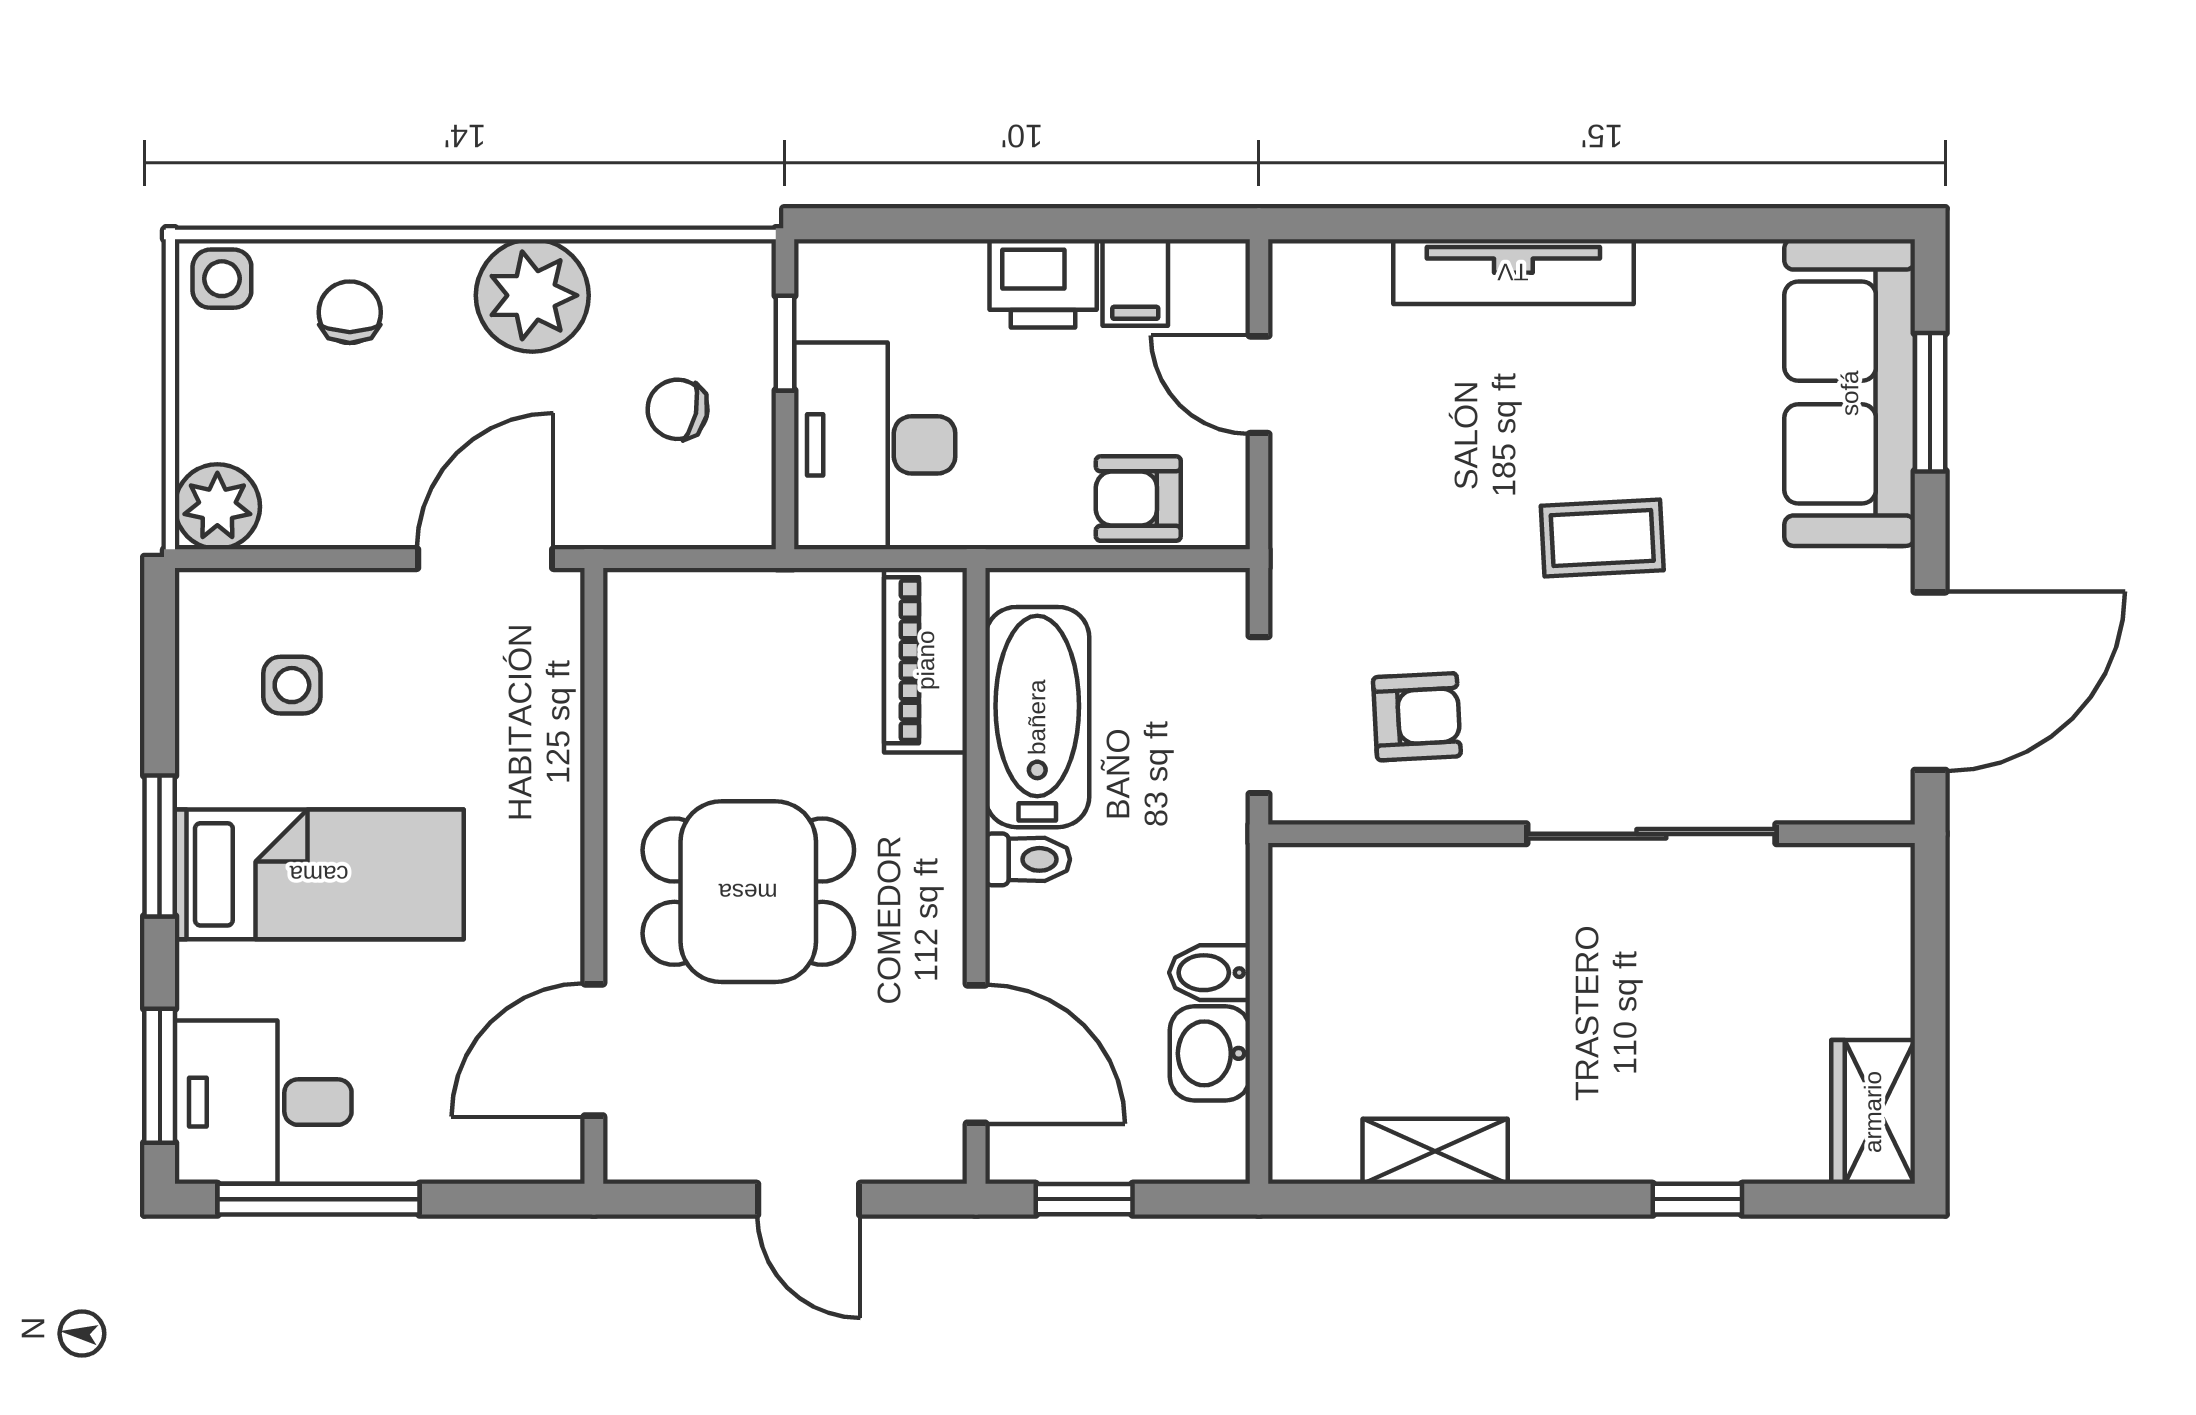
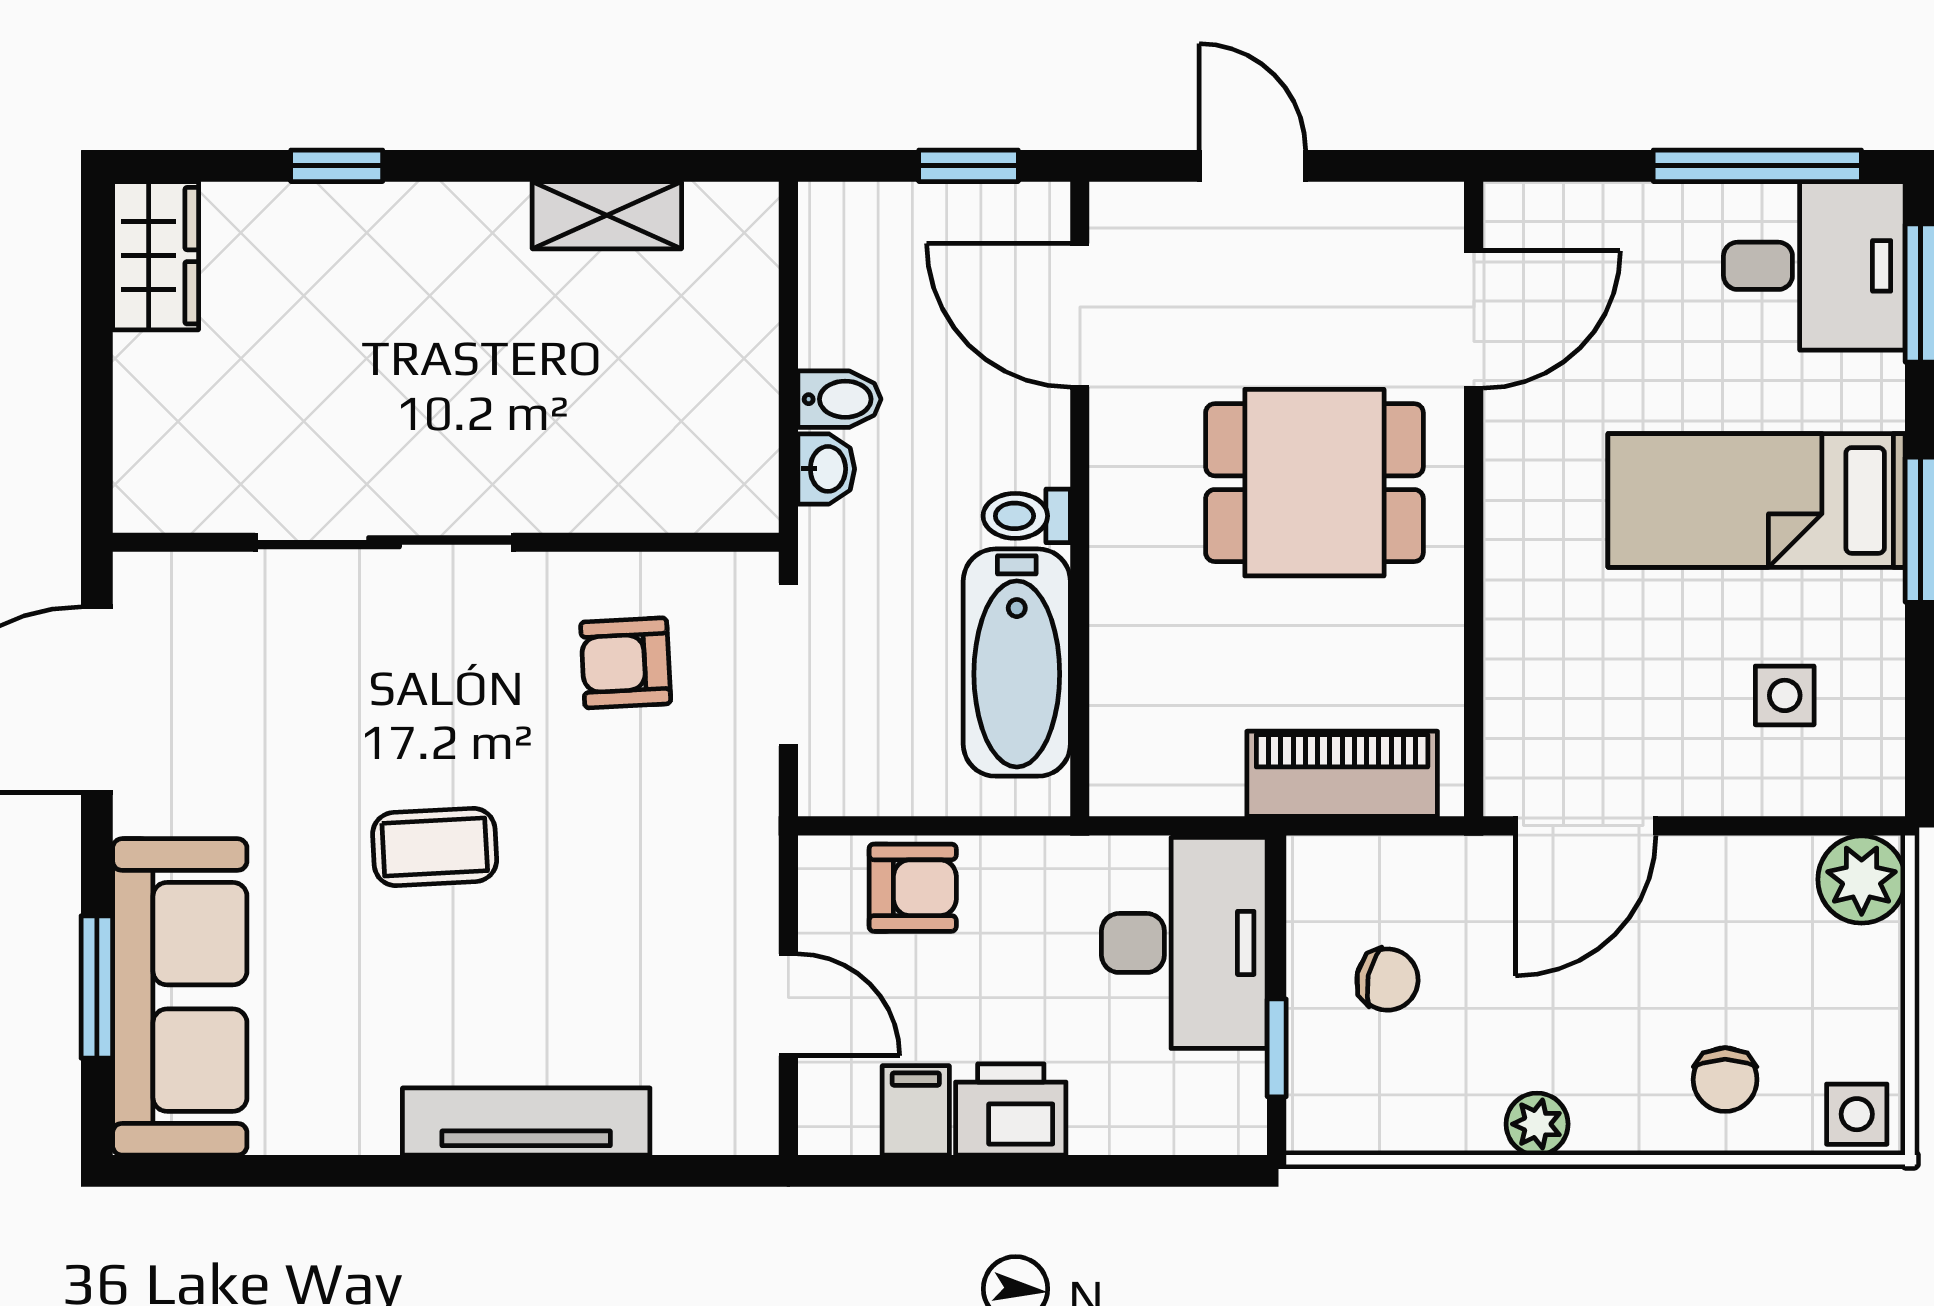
plant: (532, 295) -> (1537, 1124), width x0.53, depth x0.53
piano: (926, 660) -> (1342, 774), moved, turned -90
washbasin: (1210, 1053) -> (826, 469), moved, width x0.72, depth x0.69

